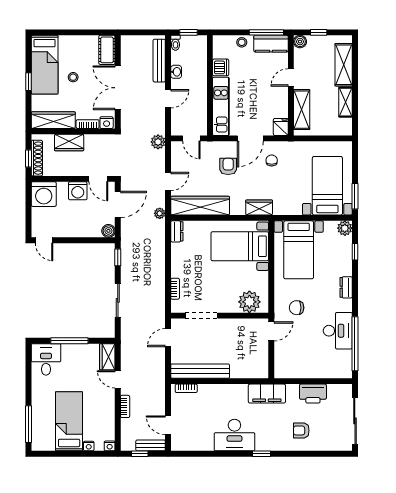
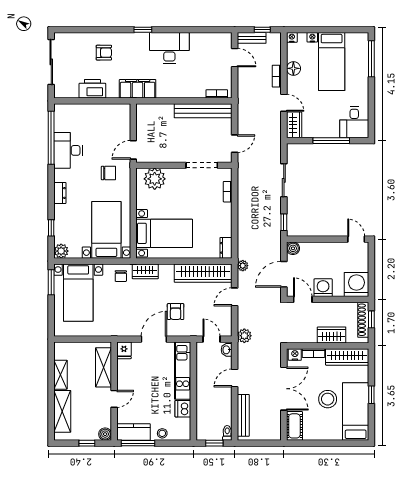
washbasin: (176, 72) -> (227, 350), moved
stool: (73, 77) -> (328, 399), width x1.89, depth x1.89
chair: (272, 160) -> (121, 276), moved
floor lamp: (108, 414) -> (293, 68), added

